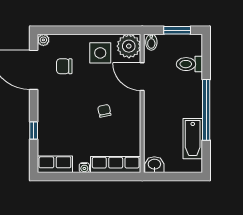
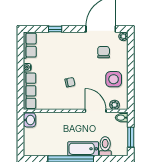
plant: (129, 46) -> (115, 105), width x0.53, depth x0.53
door: (142, 77) -> (96, 111), hinge flipped
bathtub: (193, 139) -> (83, 149), moved

